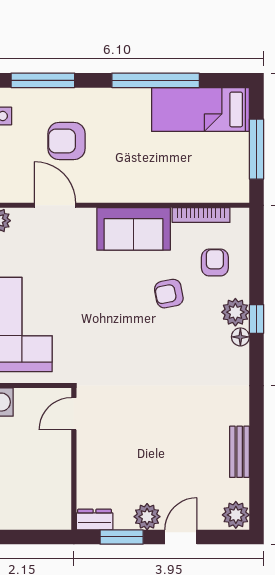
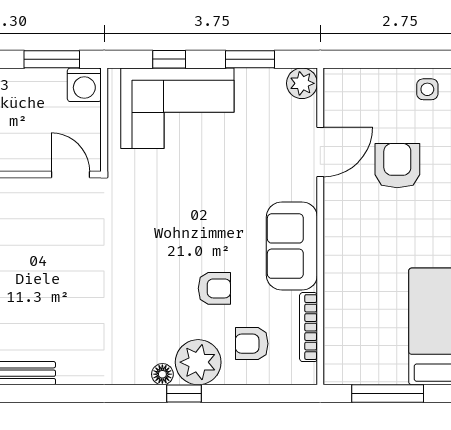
armchair: (215, 262) -> (252, 344), turned 180
armchair: (169, 294) -> (214, 288), turned 101
plant: (235, 312) -> (198, 362), width x1.36, depth x1.36

